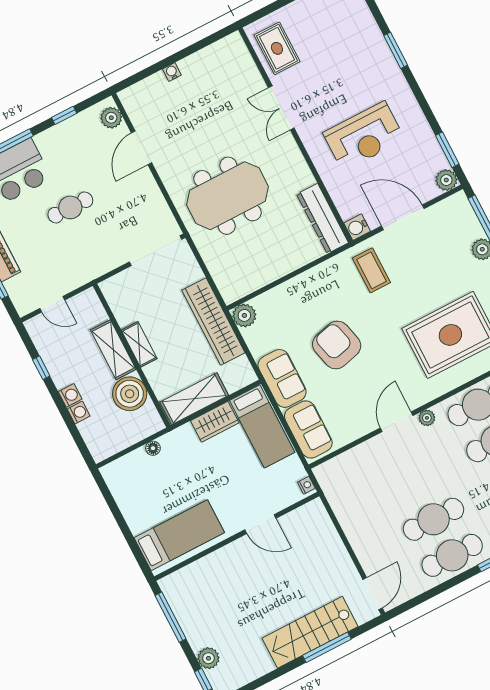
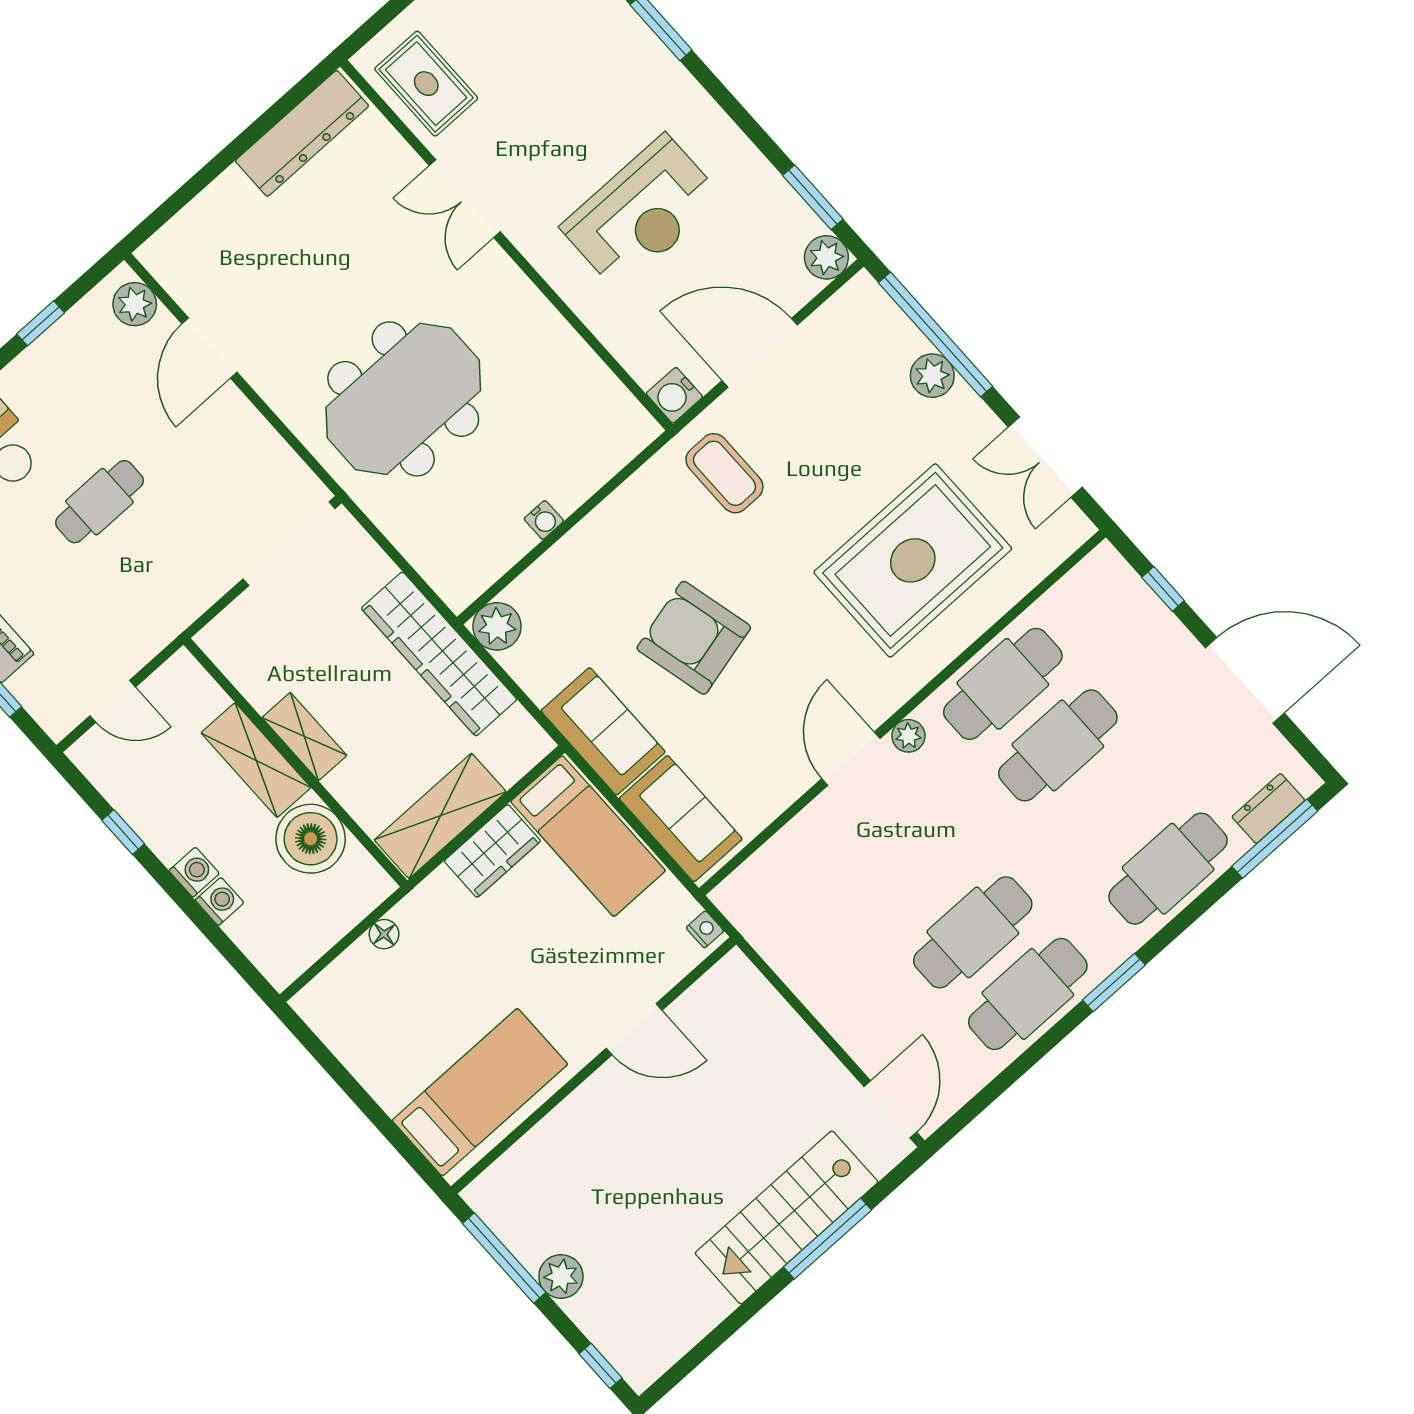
water cooler: (172, 72) -> (544, 520), moved, turned 180
dresser: (322, 218) -> (302, 133), moved, turned -90
plant: (208, 658) -> (561, 1277), moved

